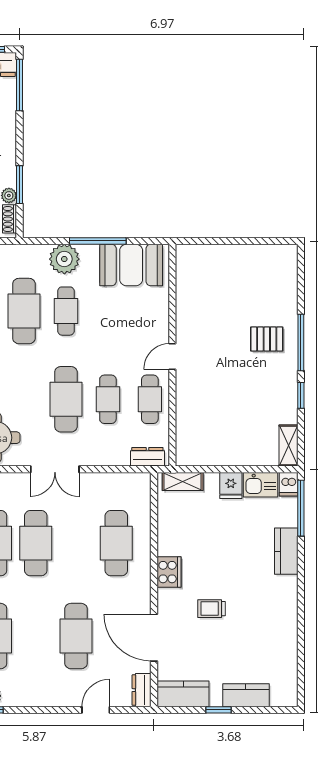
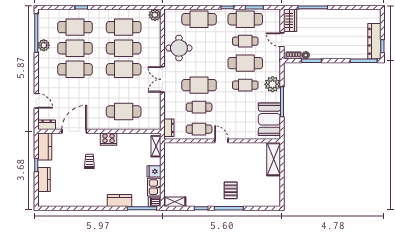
shelving: (207, 257) -> (274, 159), added
cafe table: (76, 636) -> (75, 69), moved

